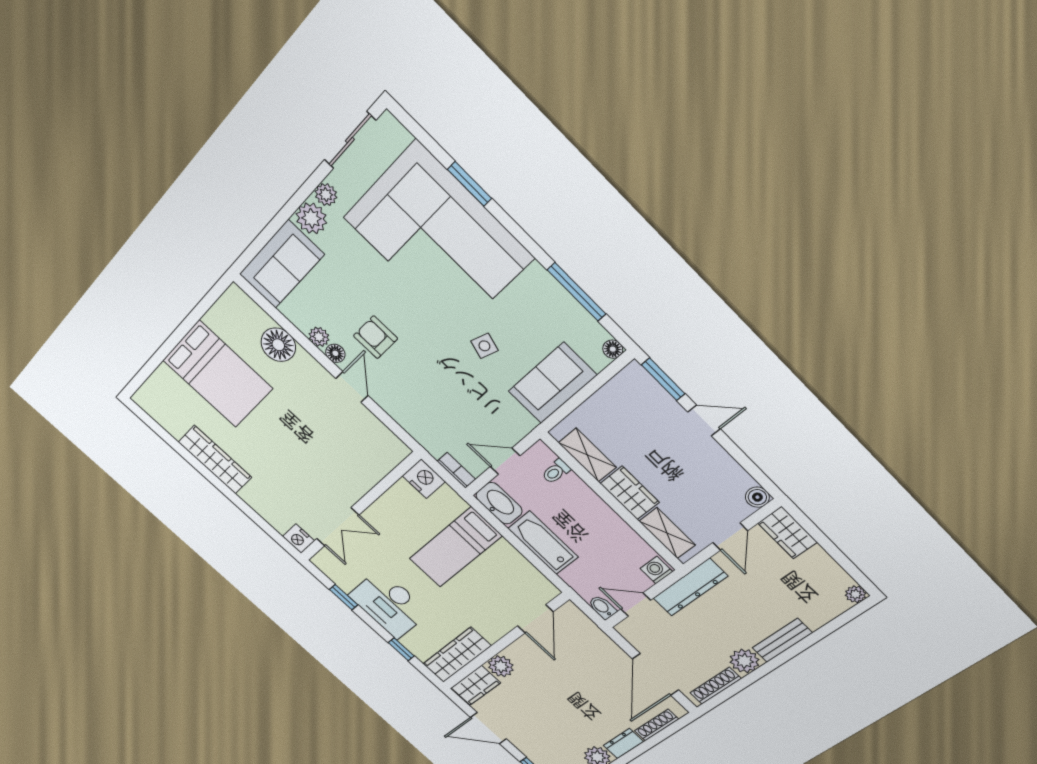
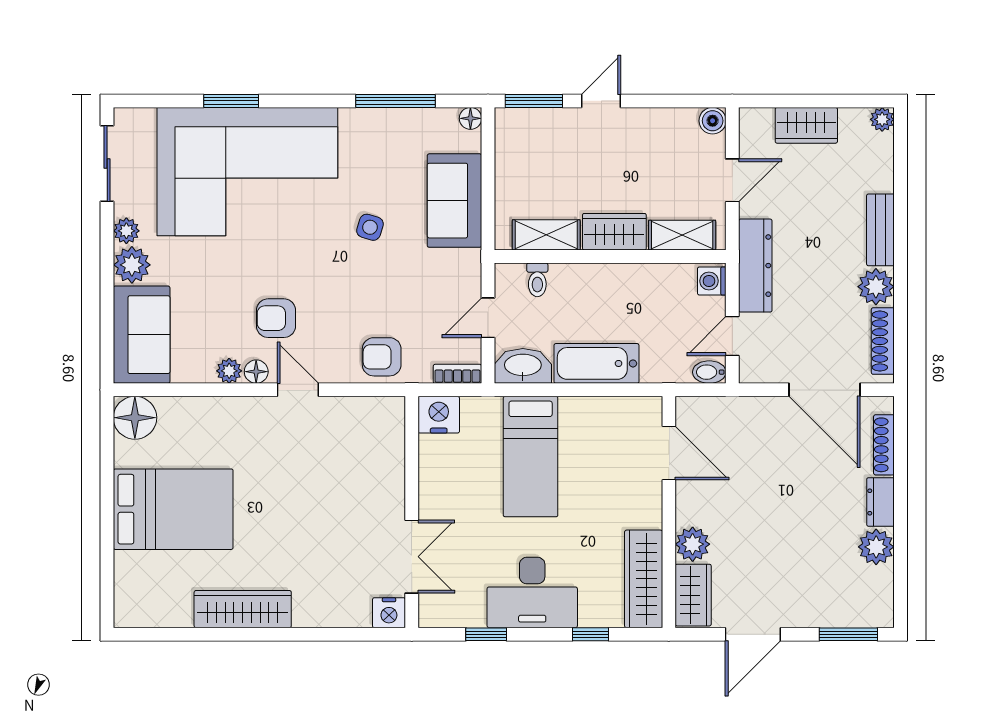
floor lamp: (278, 345) -> (135, 418), moved
armchair: (420, 419) -> (382, 357), added
wardrobe: (788, 533) -> (806, 125), moved
door: (730, 537) -> (732, 180), hinge flipped

